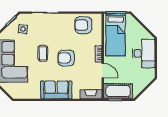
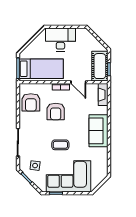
armchair: (66, 58) -> (56, 112), moved
door: (103, 71) -> (78, 82), swing flipped

